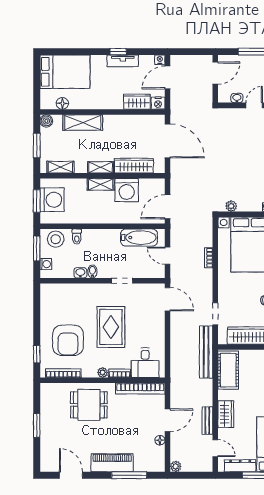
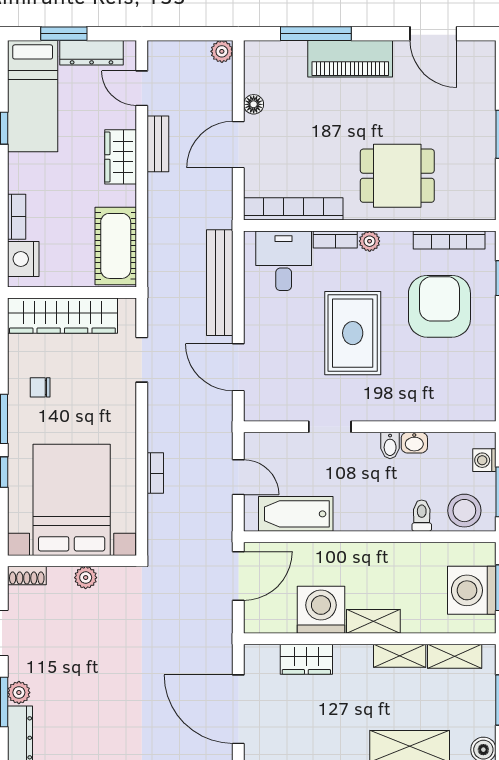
wardrobe: (134, 166) -> (306, 659), width x0.67
shelving: (101, 167) -> (400, 656), moved
plant: (231, 206) -> (86, 578), moved
door: (167, 299) -> (238, 367), moved
bench: (206, 352) -> (220, 283), moved

